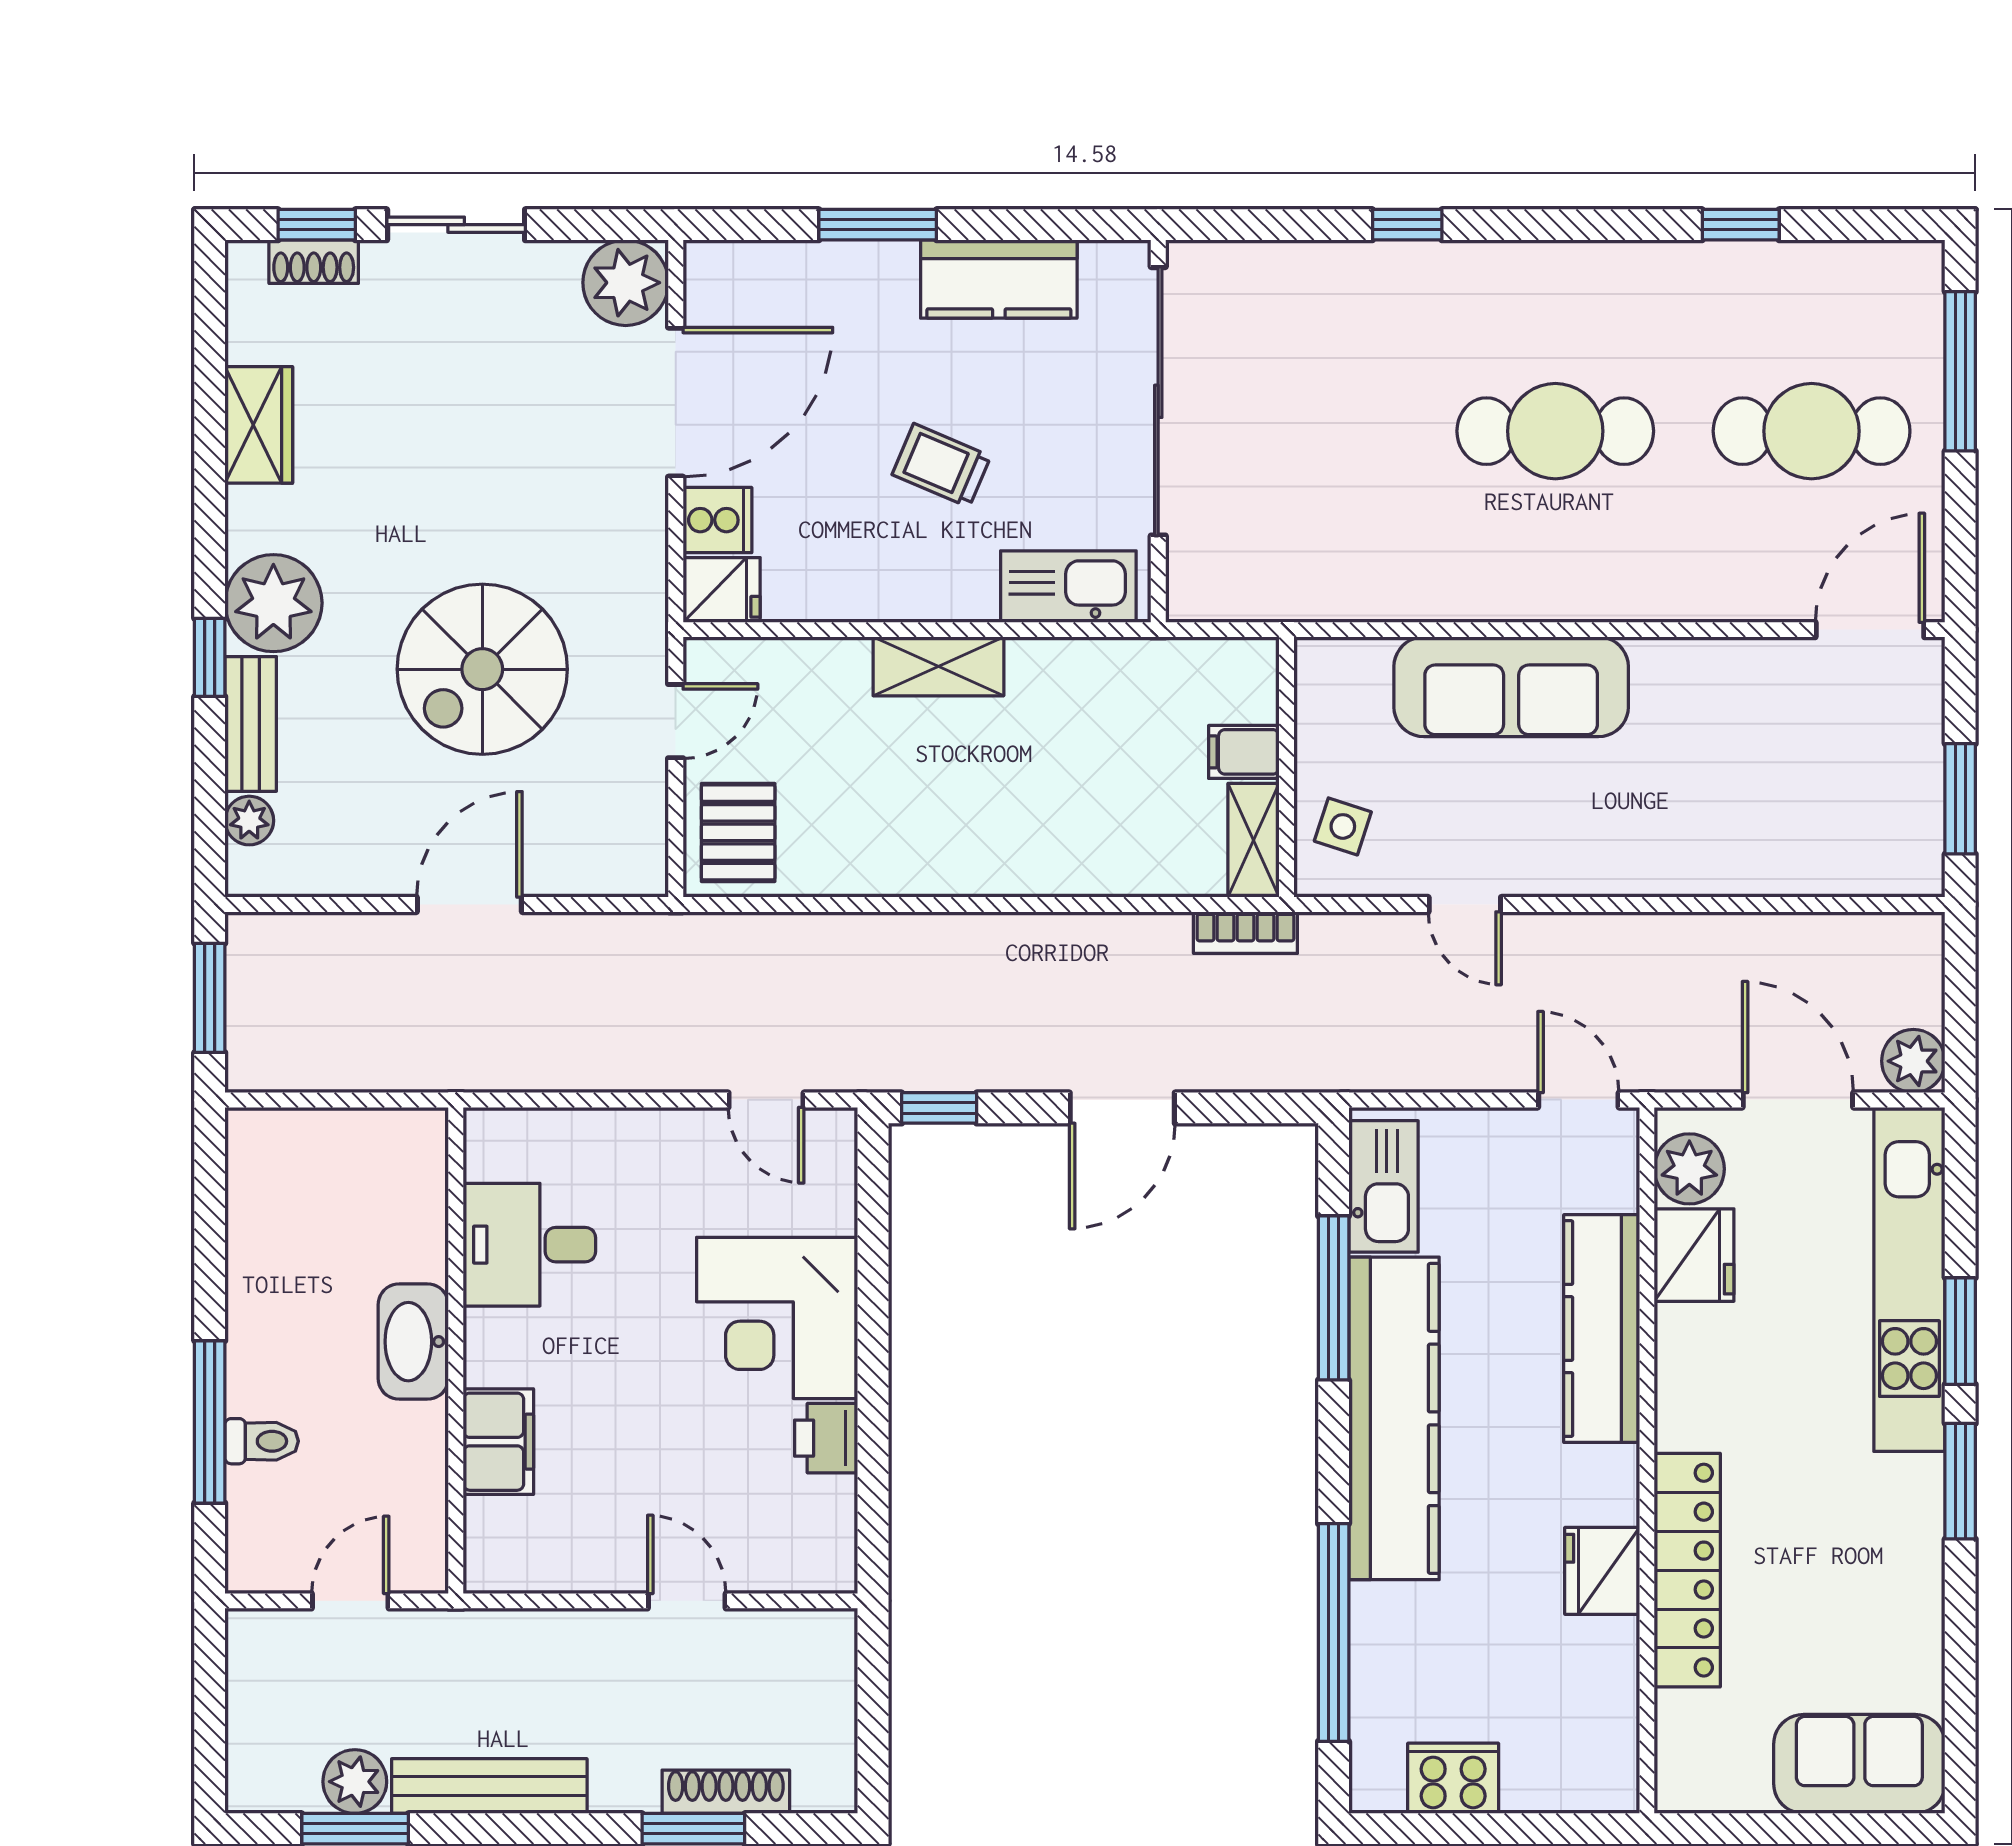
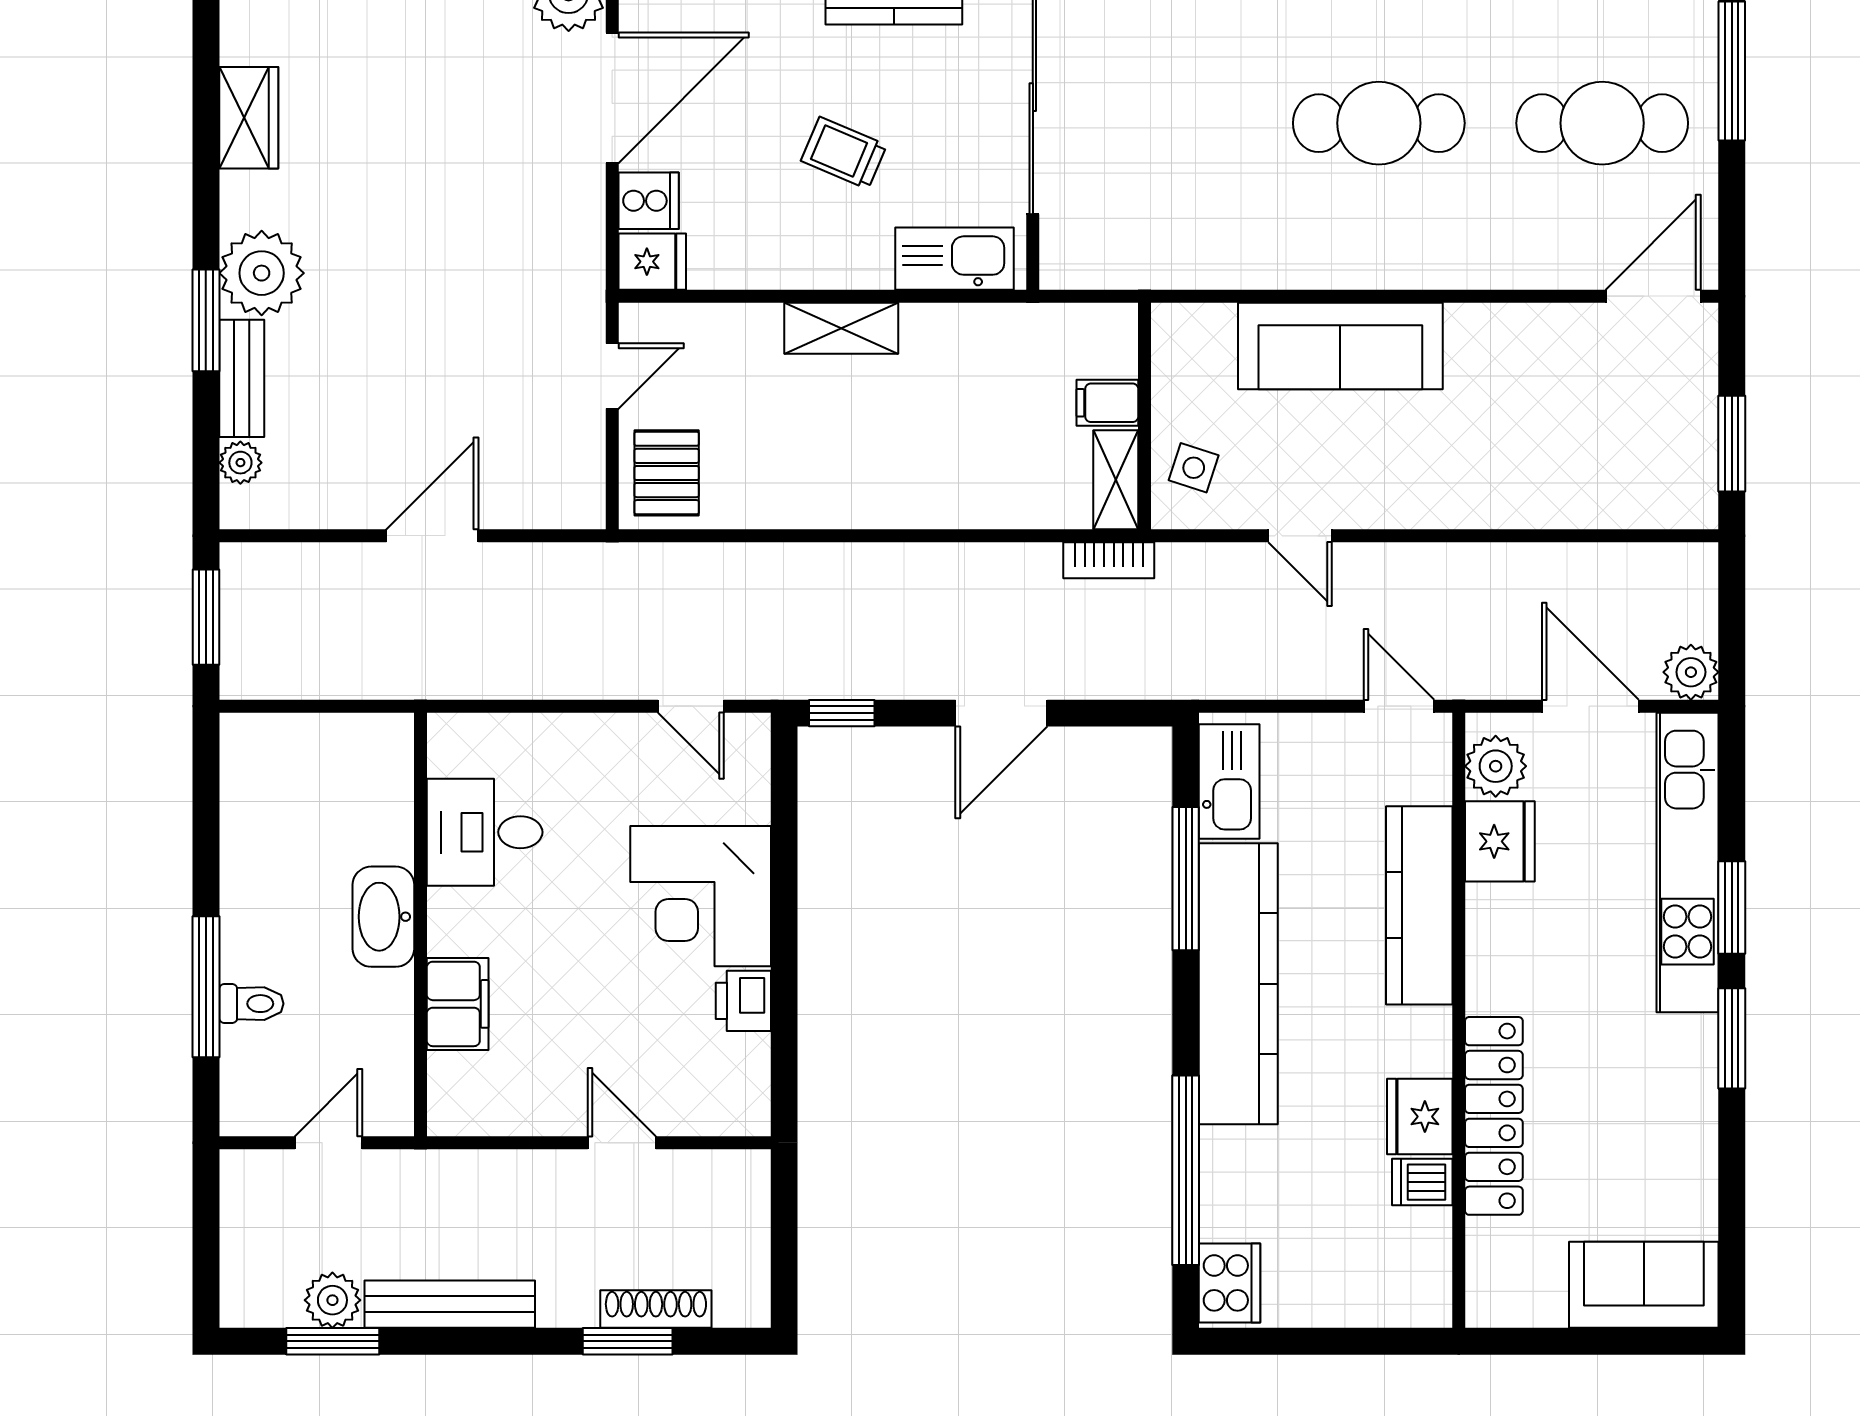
window: (210, 657) -> (206, 320), width x1.50
spiral stairs: (482, 669) -> (444, 331), removed
dishwasher: (1605, 1646) -> (1422, 1182), added
cooker: (1453, 1778) -> (1229, 1283), moved, turned 90

